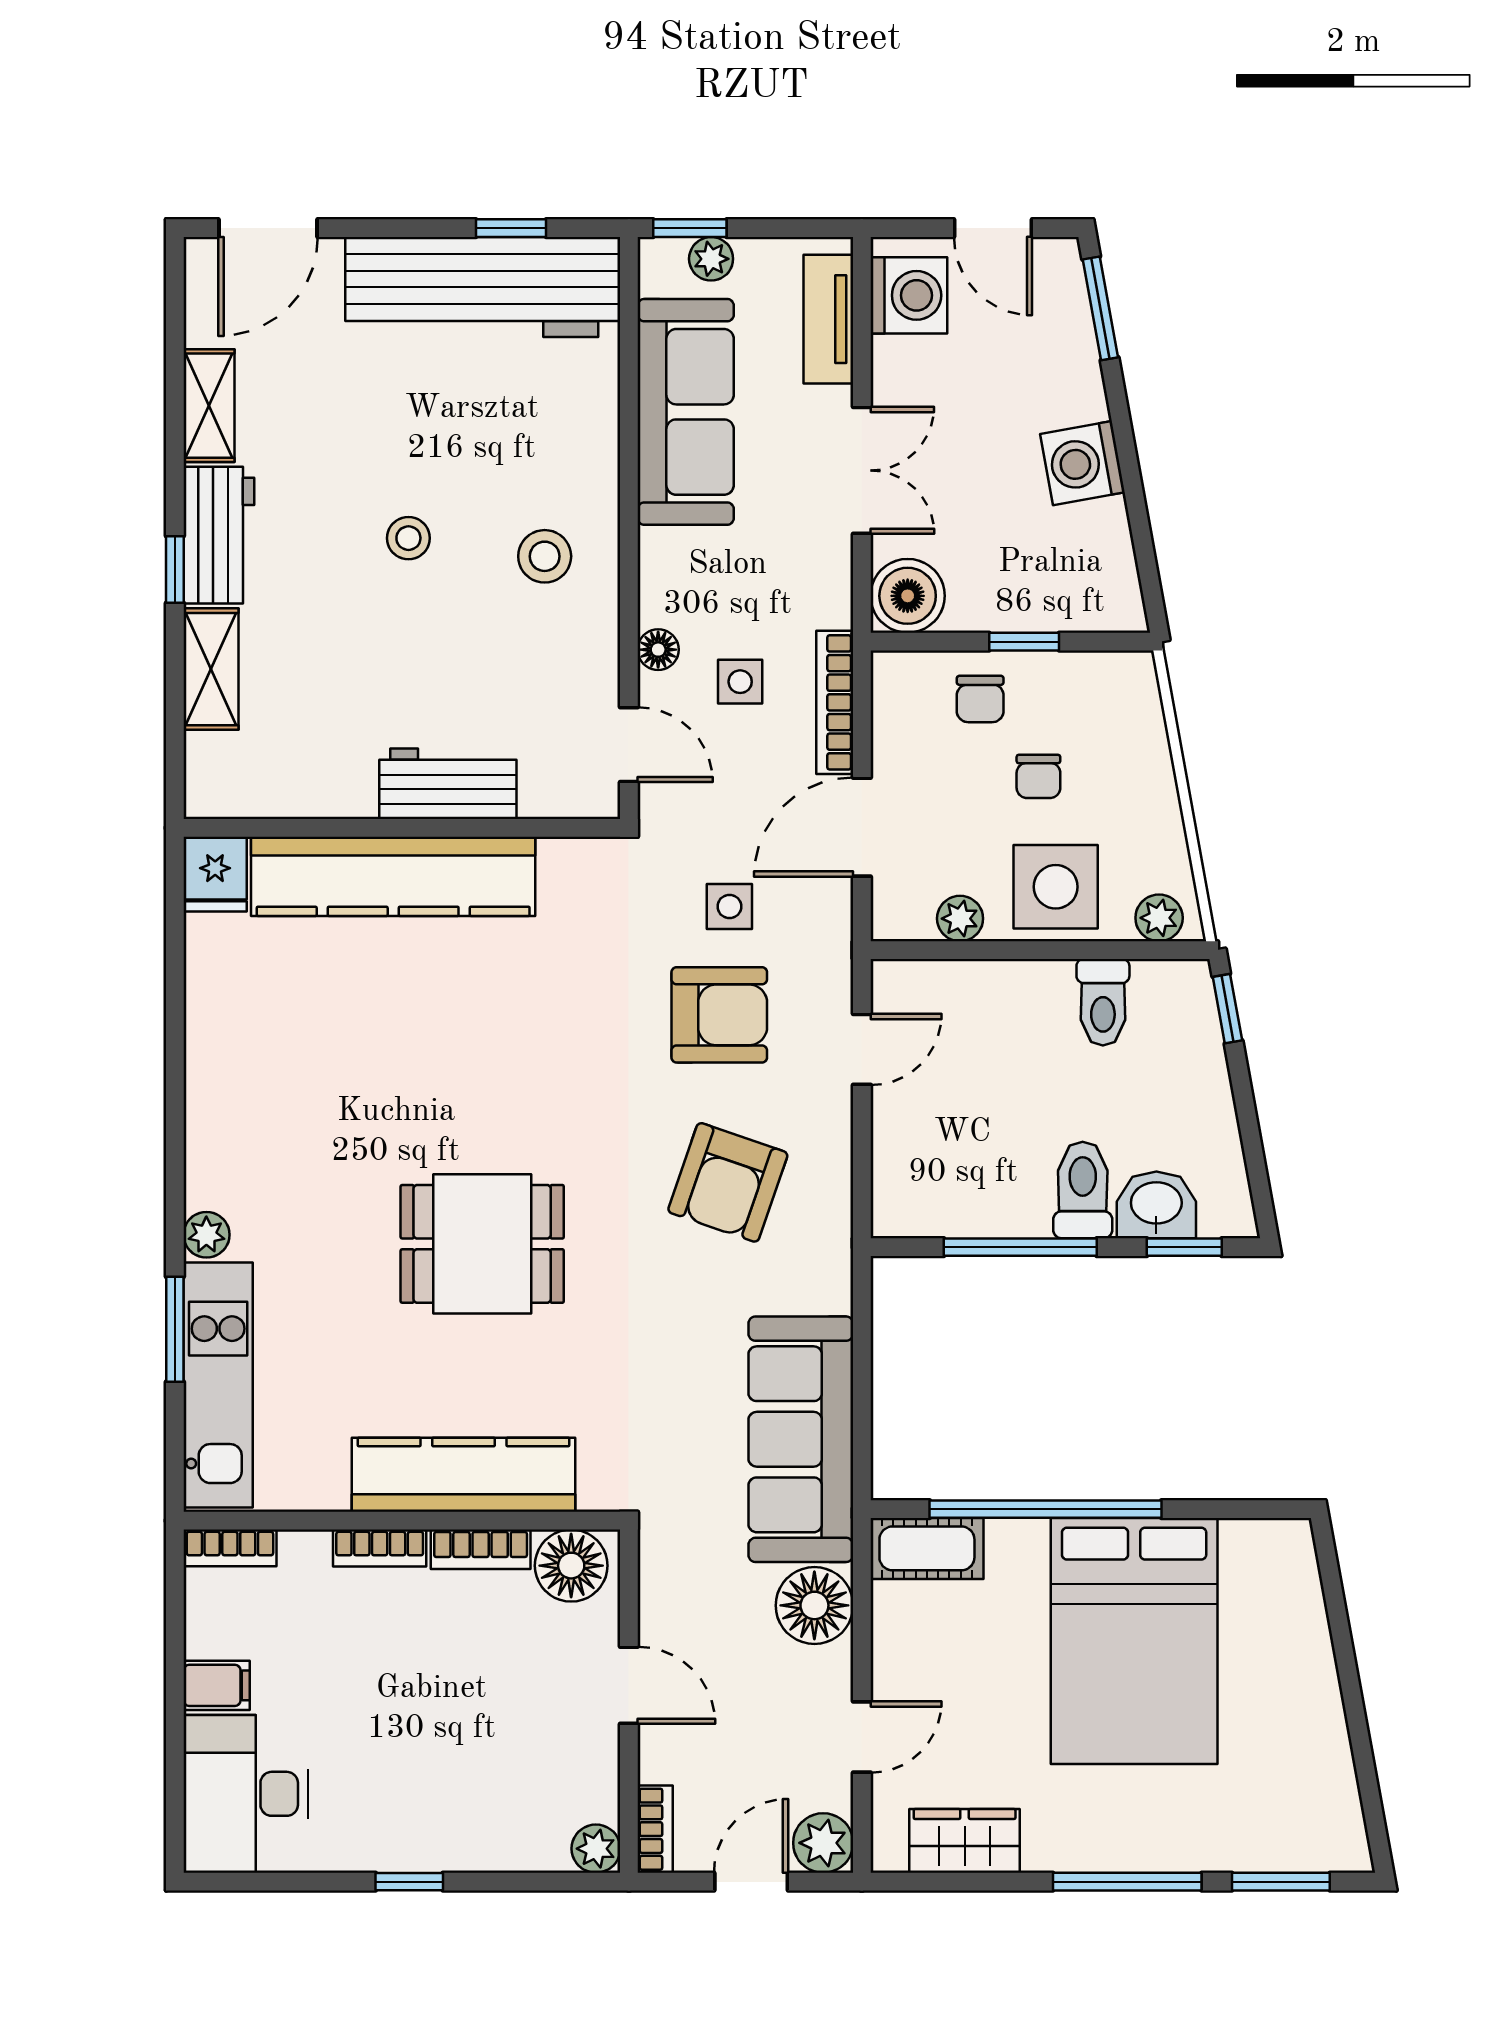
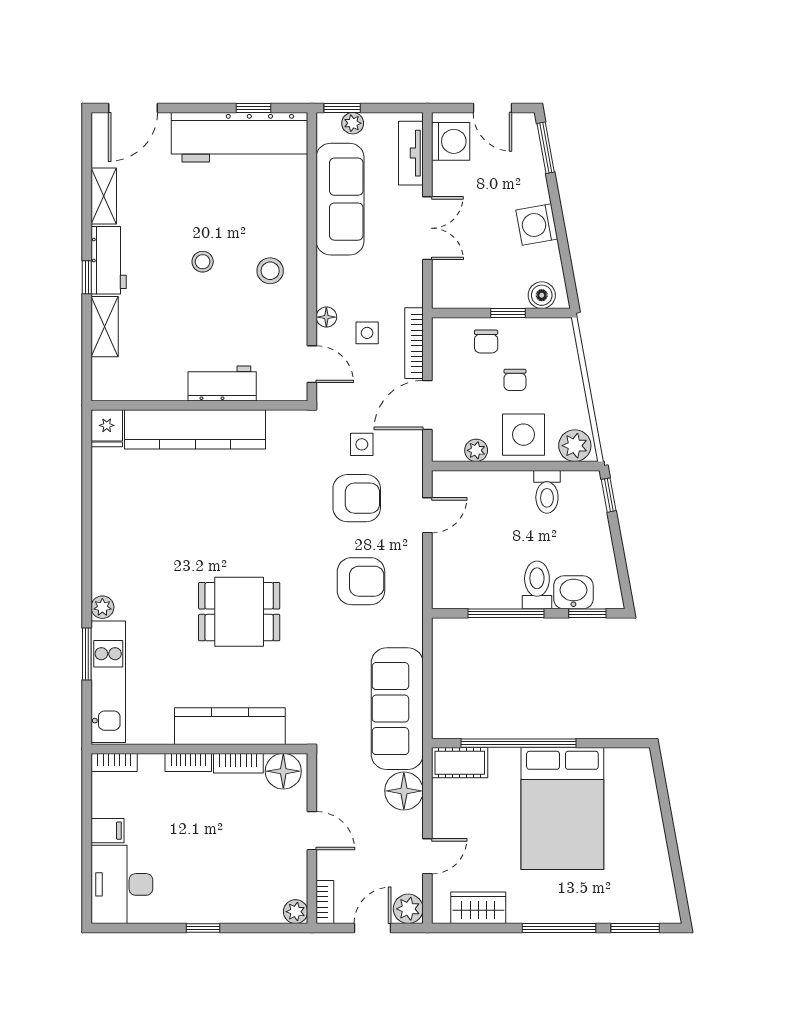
boiler: (908, 596) -> (542, 295), moved, width x0.73, depth x0.73
plant: (1159, 918) -> (575, 446), width x1.38, depth x1.38
armchair: (728, 1182) -> (361, 581), turned -109

